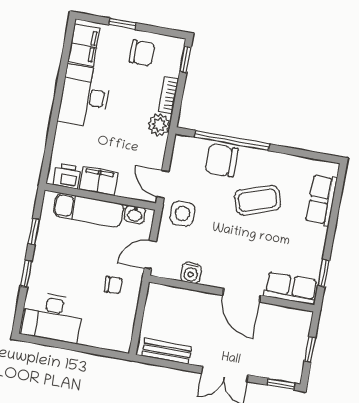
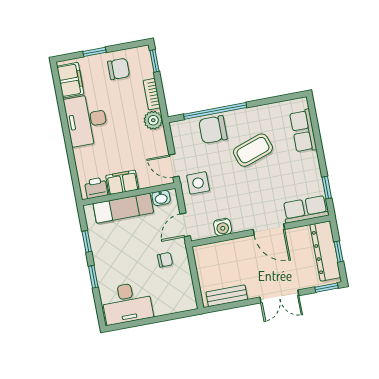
dresser: (295, 343) -> (325, 251), added

